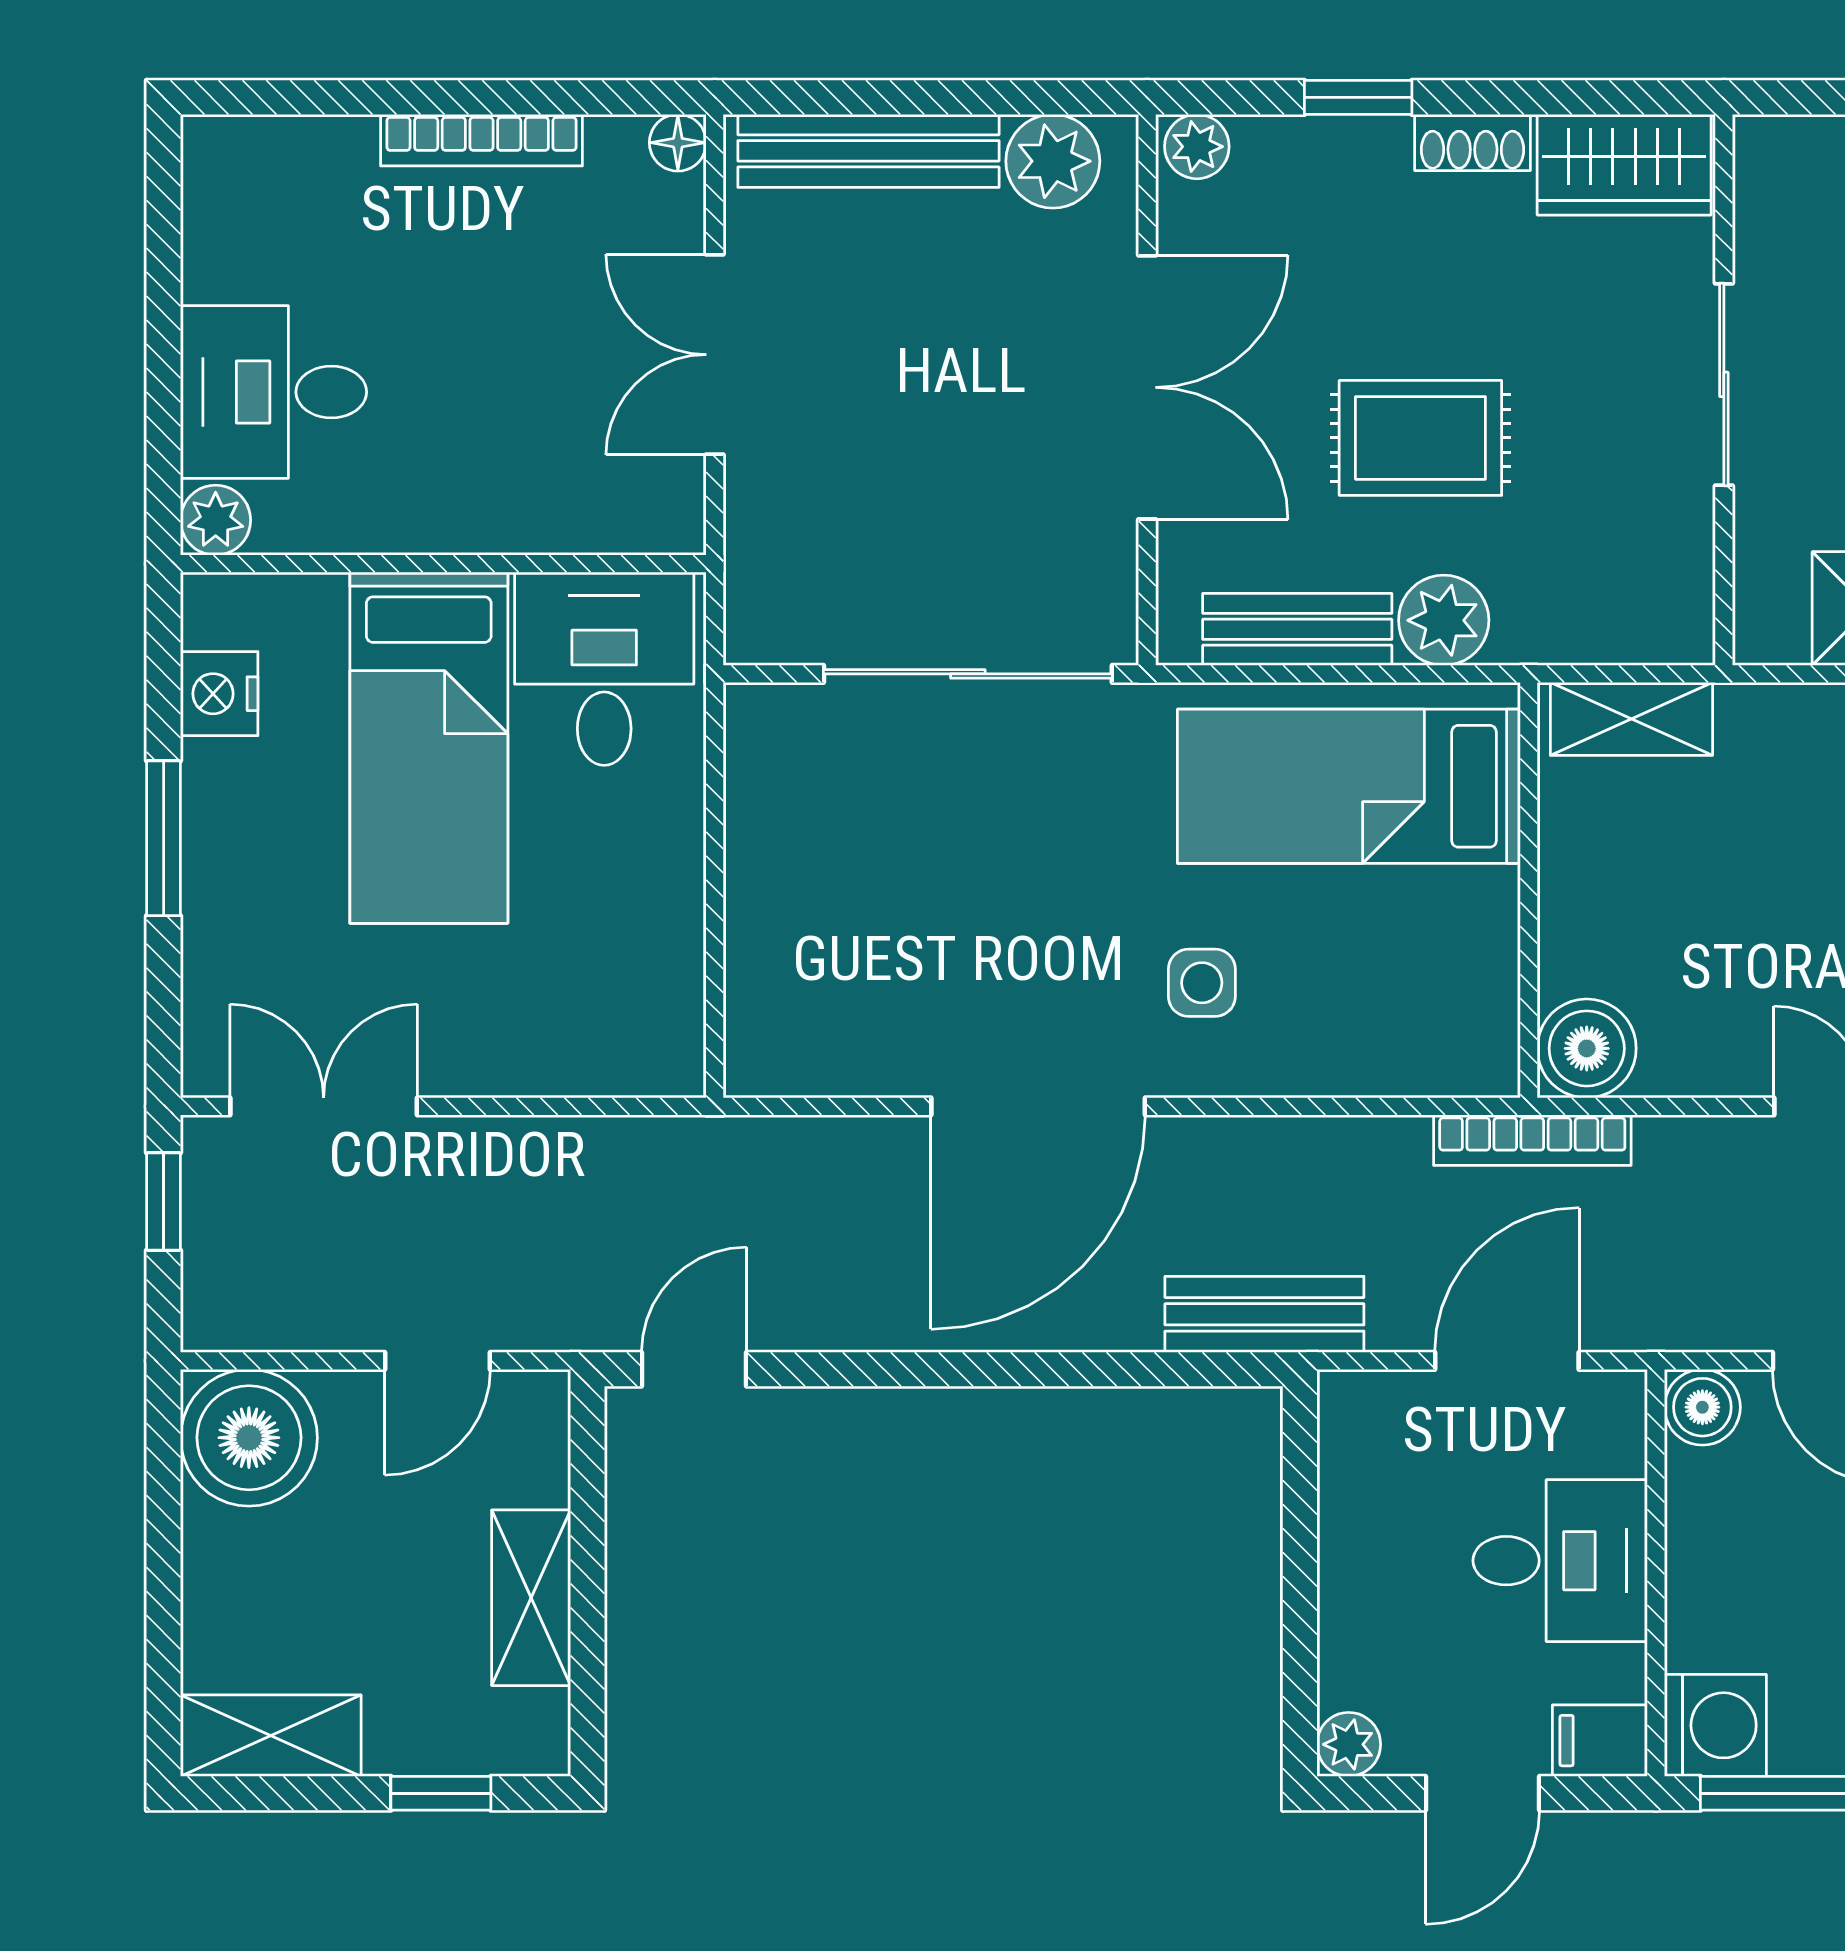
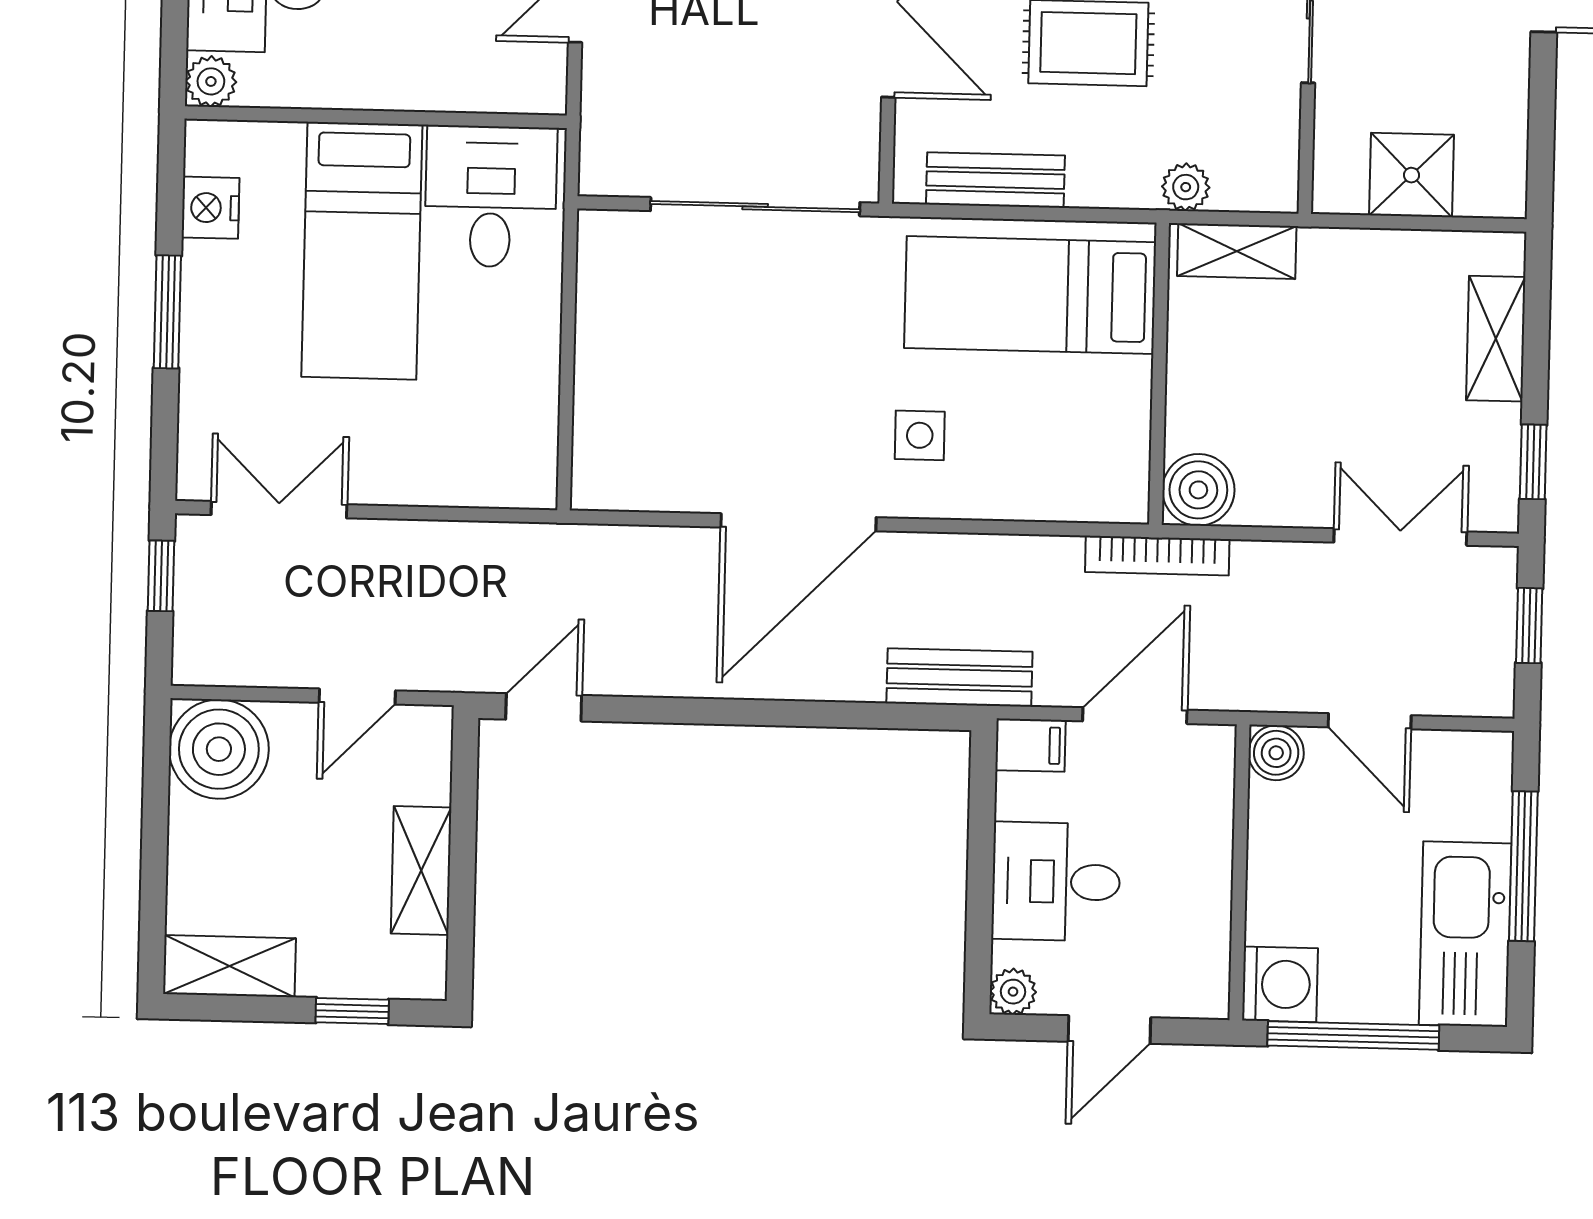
plant: (1444, 620) -> (1186, 187), moved, width x0.73, depth x0.73
desk: (1560, 1561) -> (1056, 882), moved, turned 180
filing cabinet: (1600, 1741) -> (1030, 745), moved, turned 180

